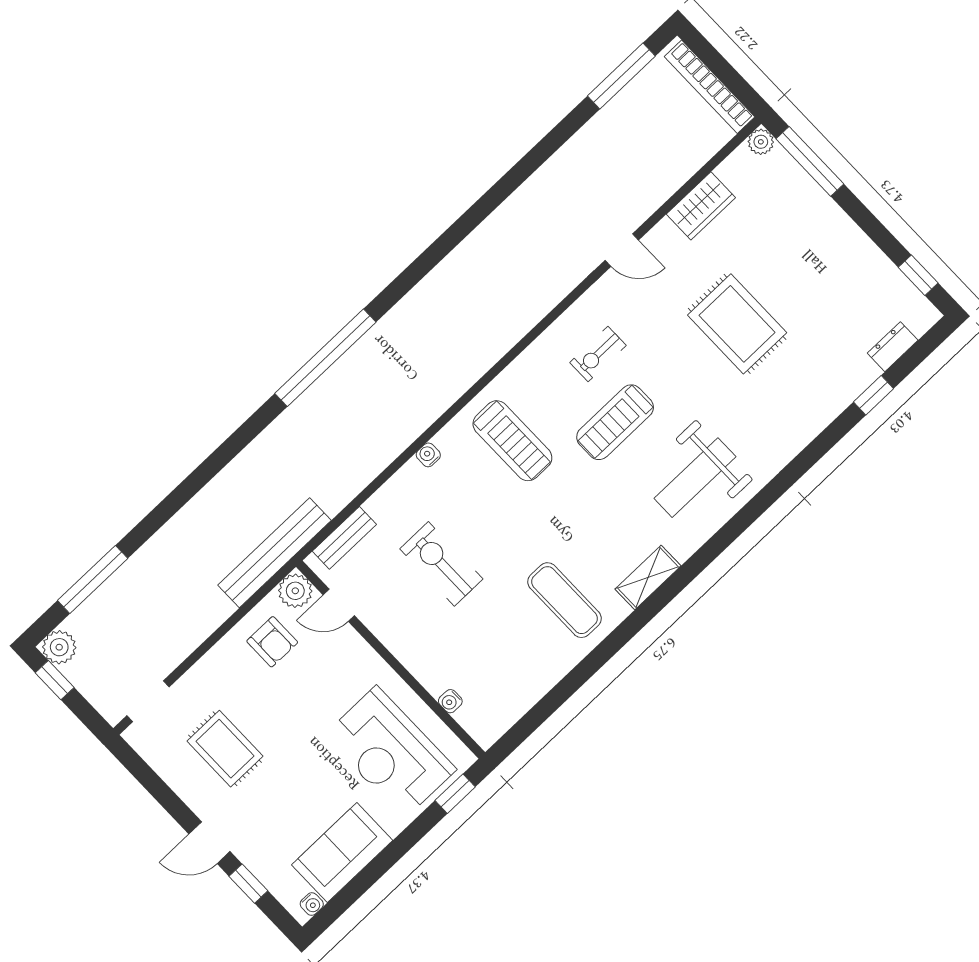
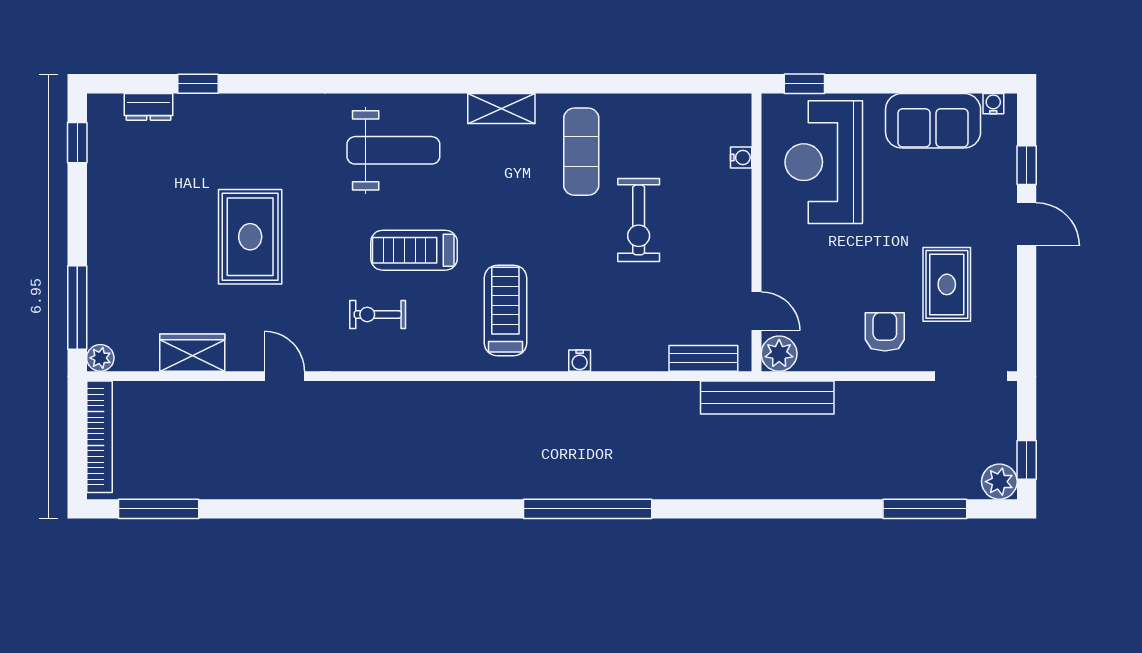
exercise bike: (598, 354) -> (378, 314), turned 180
treadmill: (615, 422) -> (414, 250), turned 180
exercise bike: (441, 564) -> (639, 220), moved
armchair: (272, 642) -> (885, 332), moved
doorway: (148, 701) -> (971, 376), width x1.38
reception desk: (390, 752) -> (824, 162), turned 180

